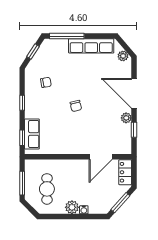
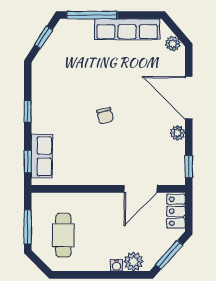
chair: (46, 82) -> (62, 82), removed
window: (134, 130) -> (189, 167), moved
plant: (72, 207) -> (134, 262), moved

